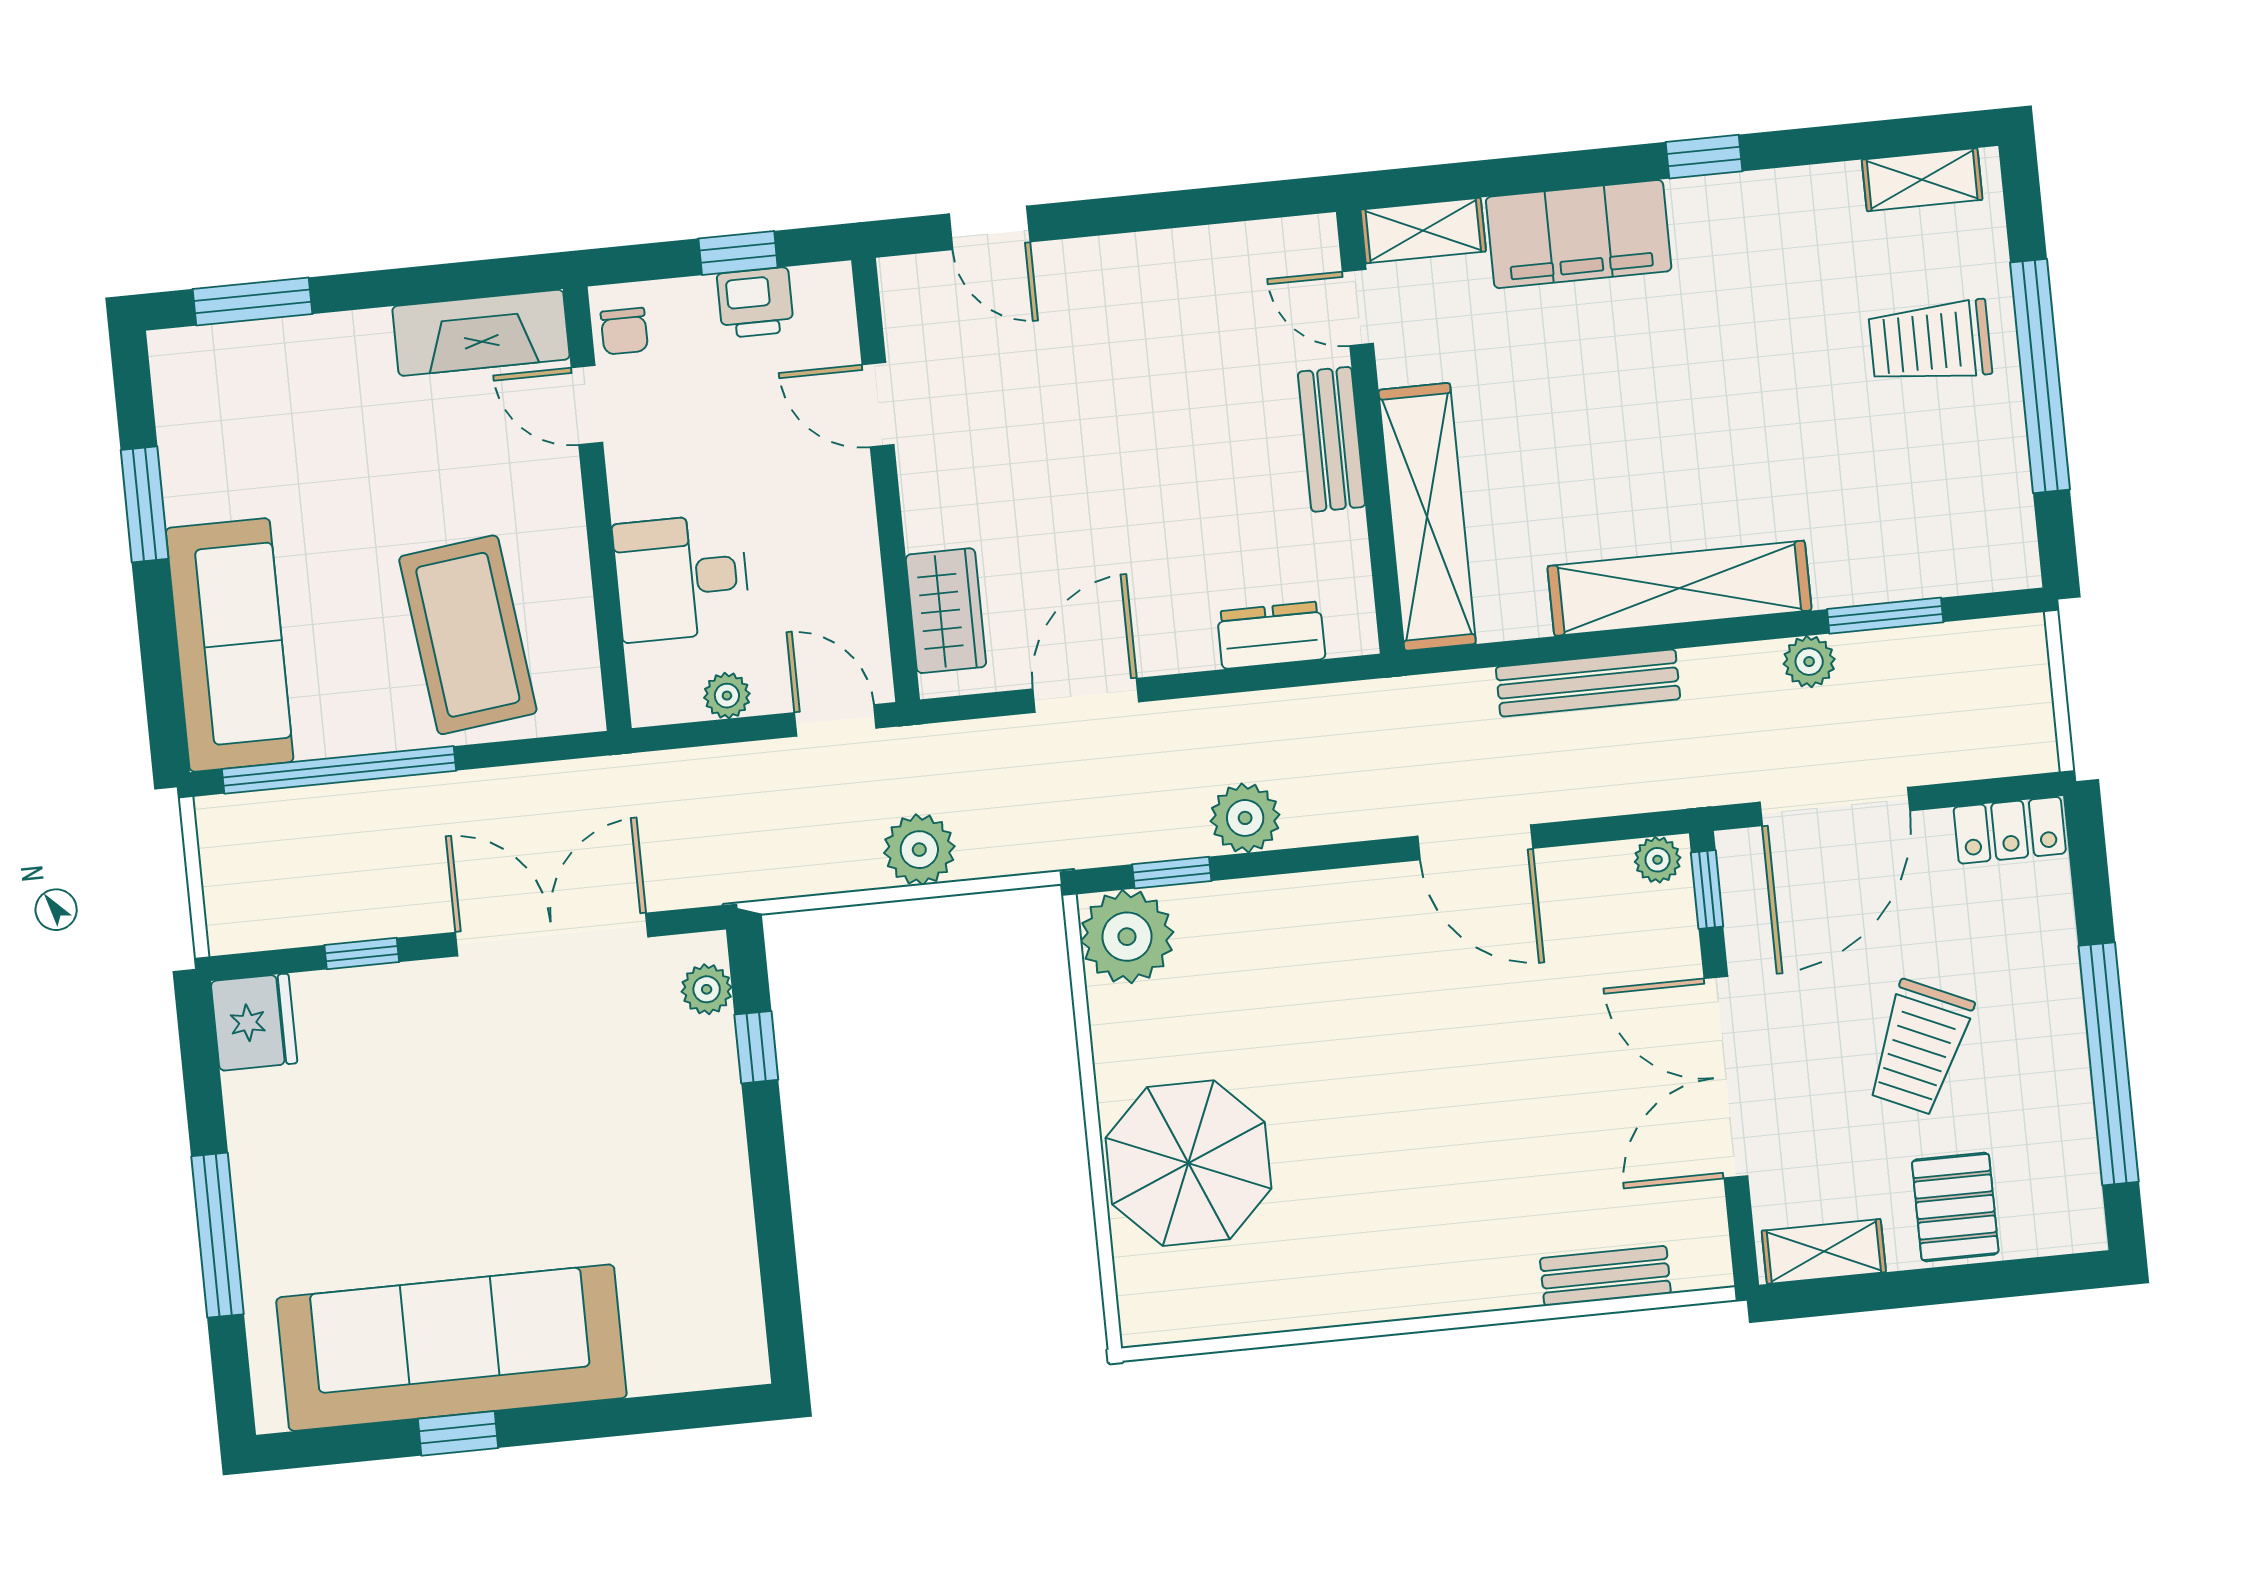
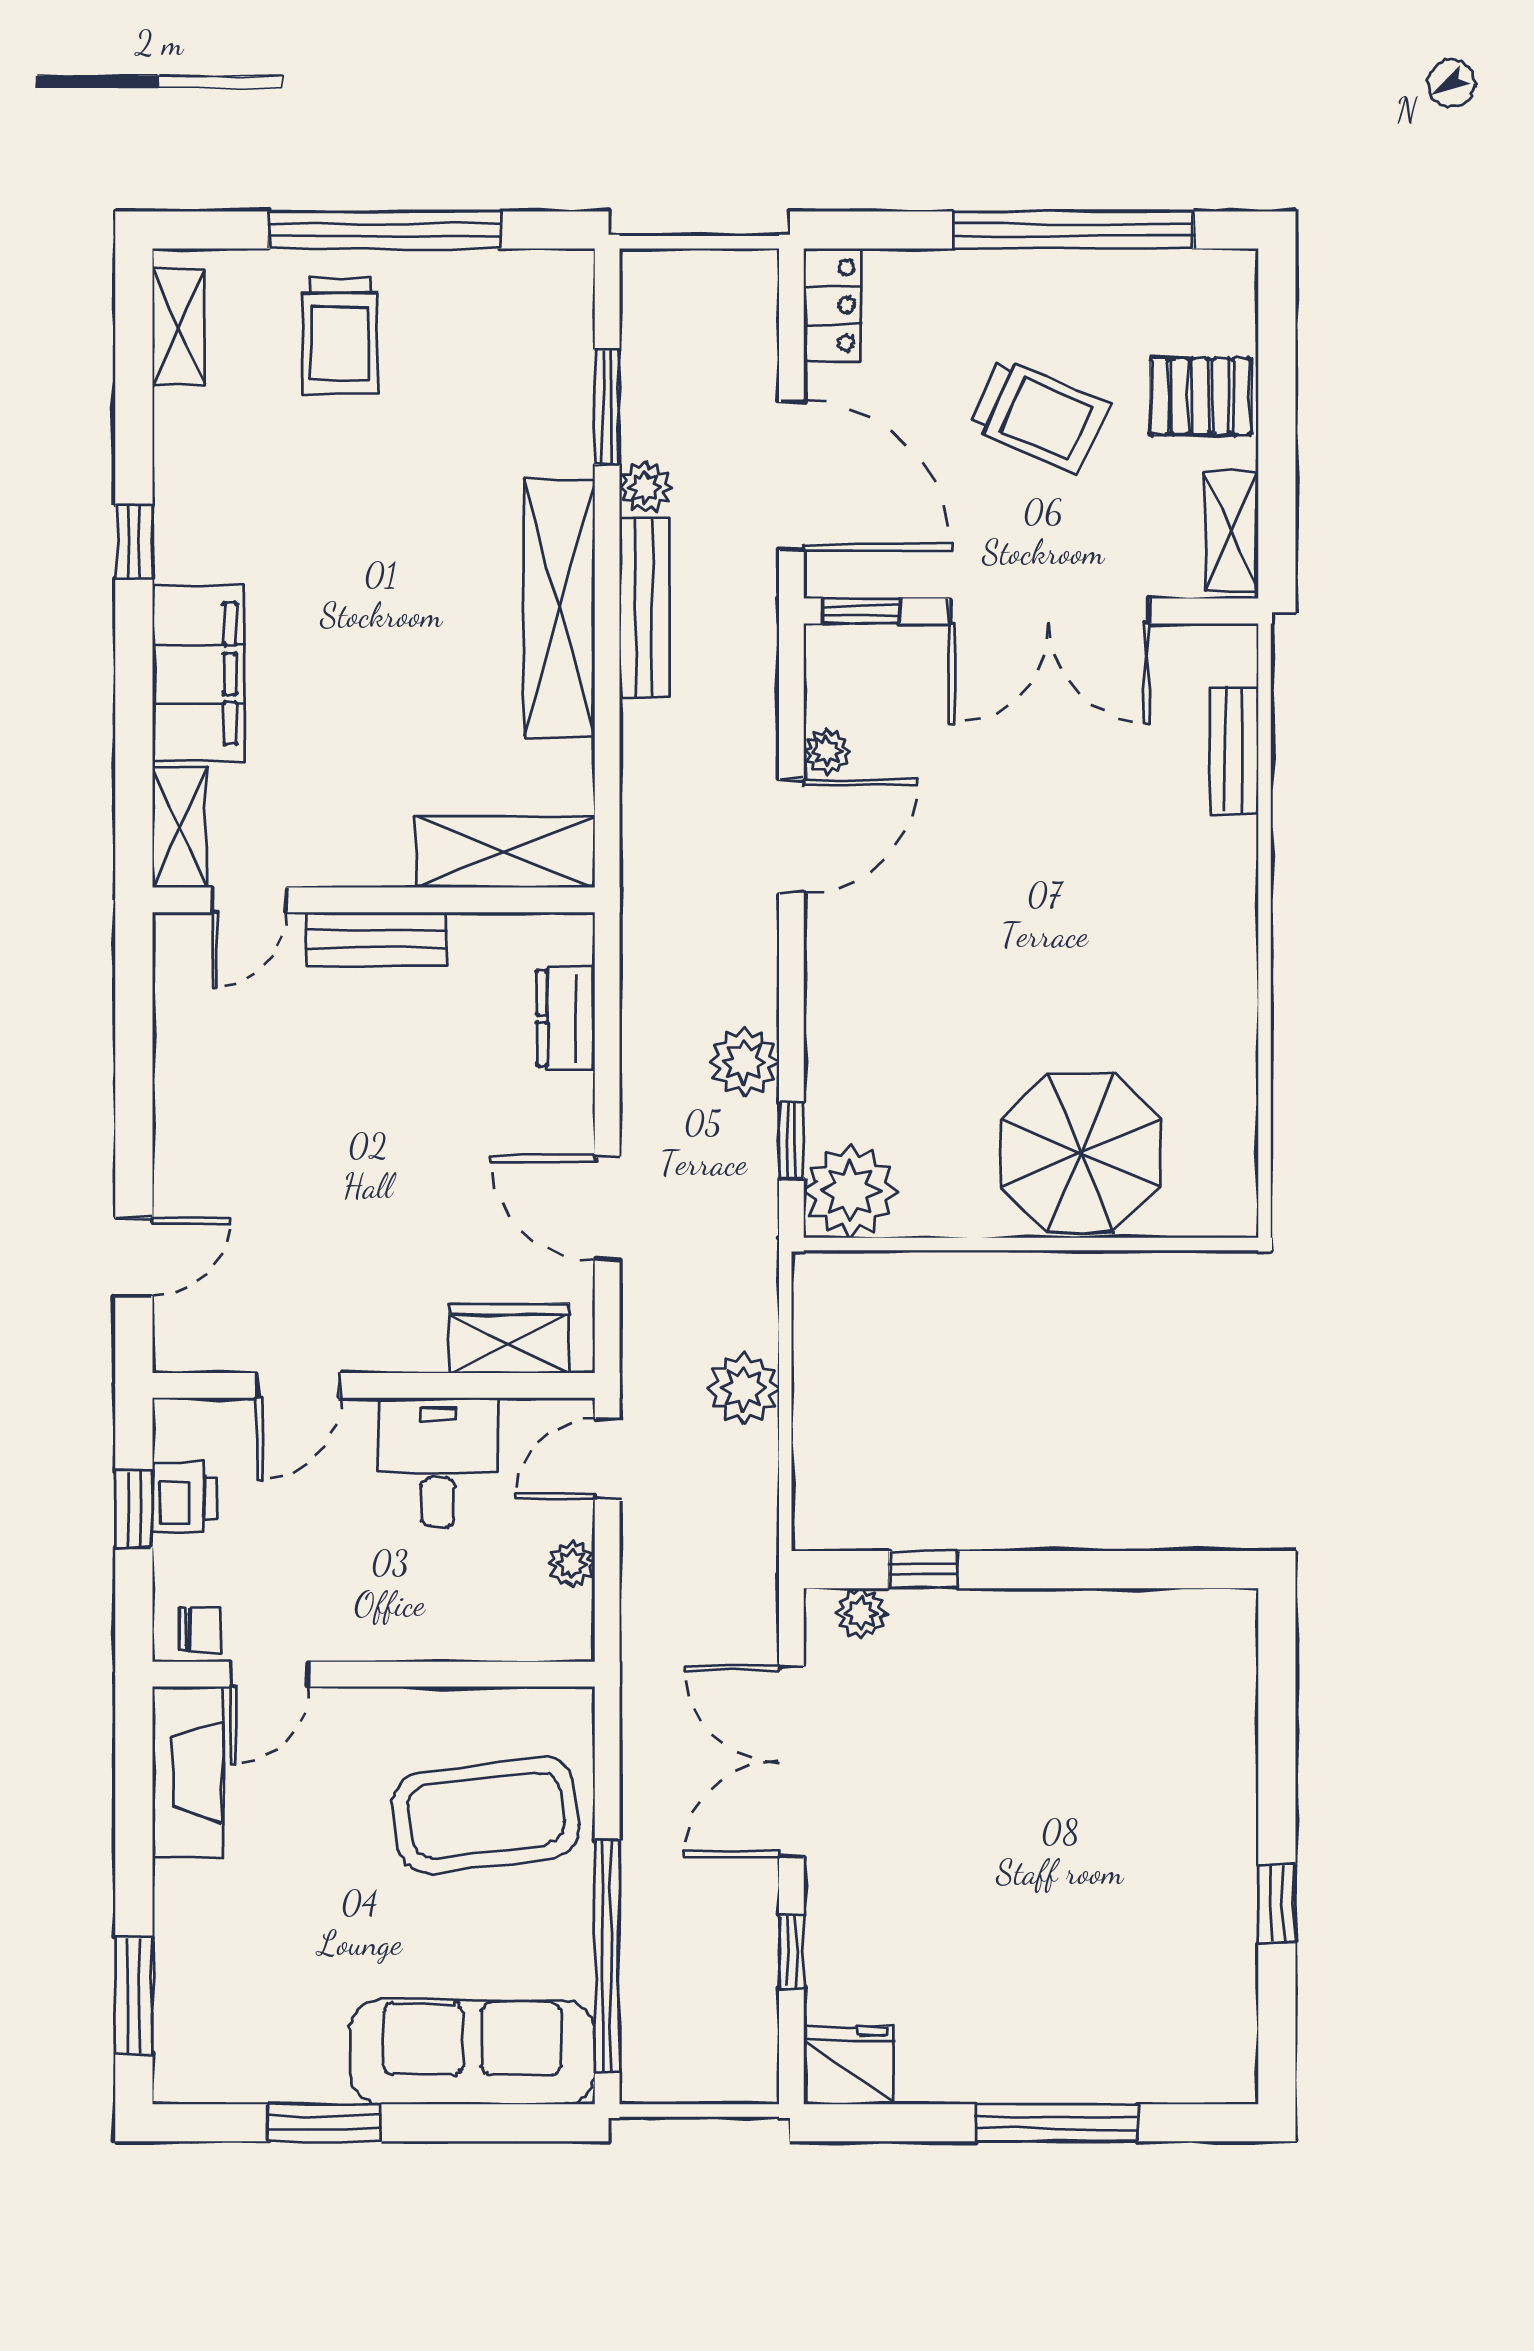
shelving: (1427, 517) -> (505, 852), width x0.68
desk: (681, 578) -> (438, 1462), moved, turned 180
bench: (1588, 683) -> (645, 608), moved
plant: (1658, 860) -> (827, 751), moved
sofa: (451, 1348) -> (1191, 1902), removed

